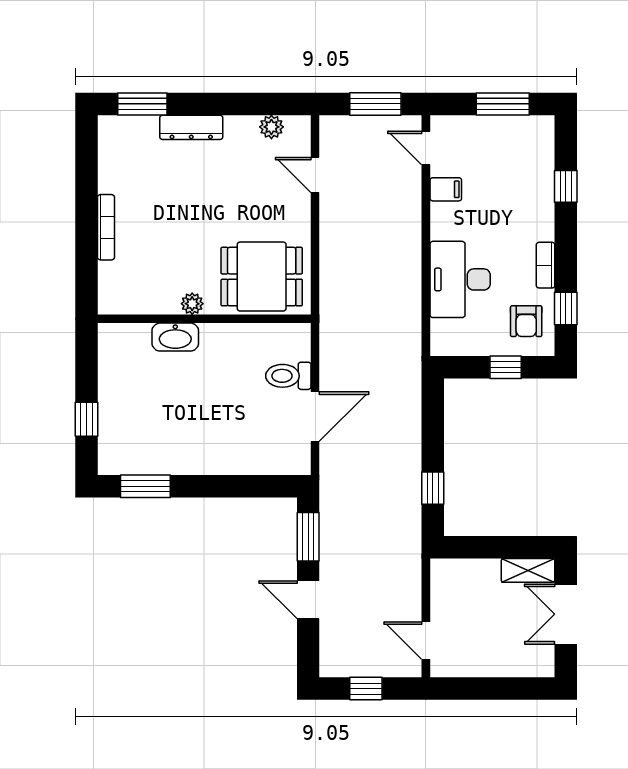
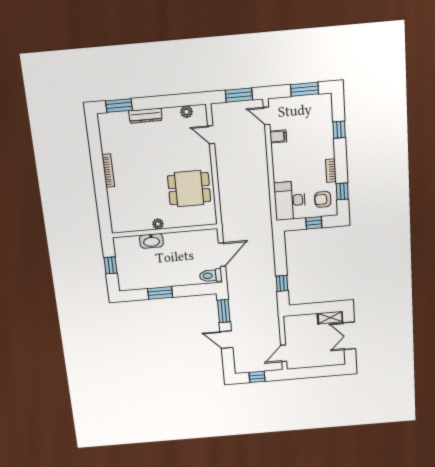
desk: (460, 279) -> (290, 201), moved
plant: (192, 304) -> (158, 224), moved
wall: (204, 319) -> (165, 231), moved
armchair: (526, 321) -> (323, 199), turned 90
washbasin: (175, 337) -> (151, 241), moved
toilet: (288, 376) -> (211, 276), moved
window: (145, 486) -> (160, 293), moved
door: (426, 641) -> (284, 353), hinge flipped

